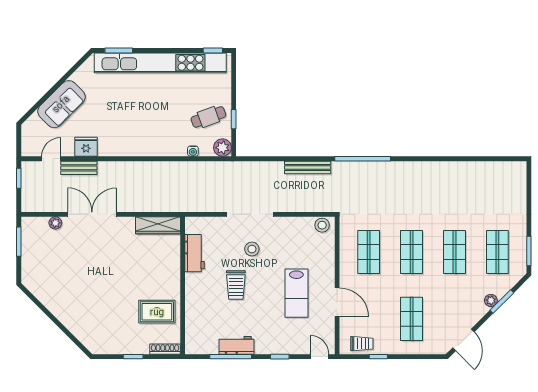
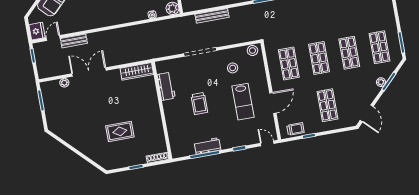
fridge: (86, 147) -> (37, 31), moved, turned 90
bench: (308, 167) -> (212, 16), moved
stool: (252, 249) -> (233, 68), moved
door: (337, 302) -> (273, 103), hinge flipped
rug: (157, 312) -> (120, 131), moved

